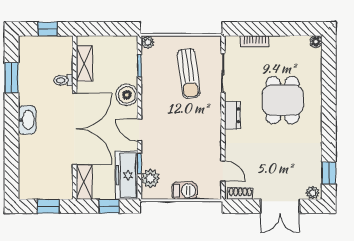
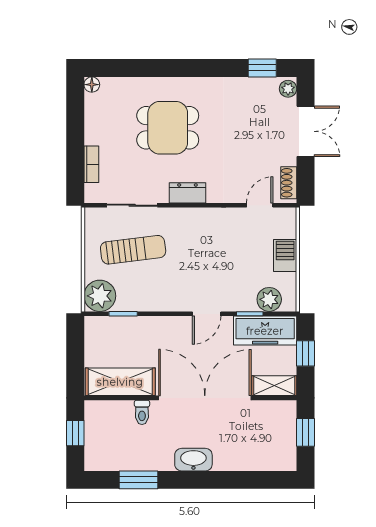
plant: (148, 42) -> (100, 296), width x1.87, depth x1.87
shelving: (84, 64) -> (120, 382), width x1.50, depth x1.33
boiler: (127, 95) -> (161, 330), removed

